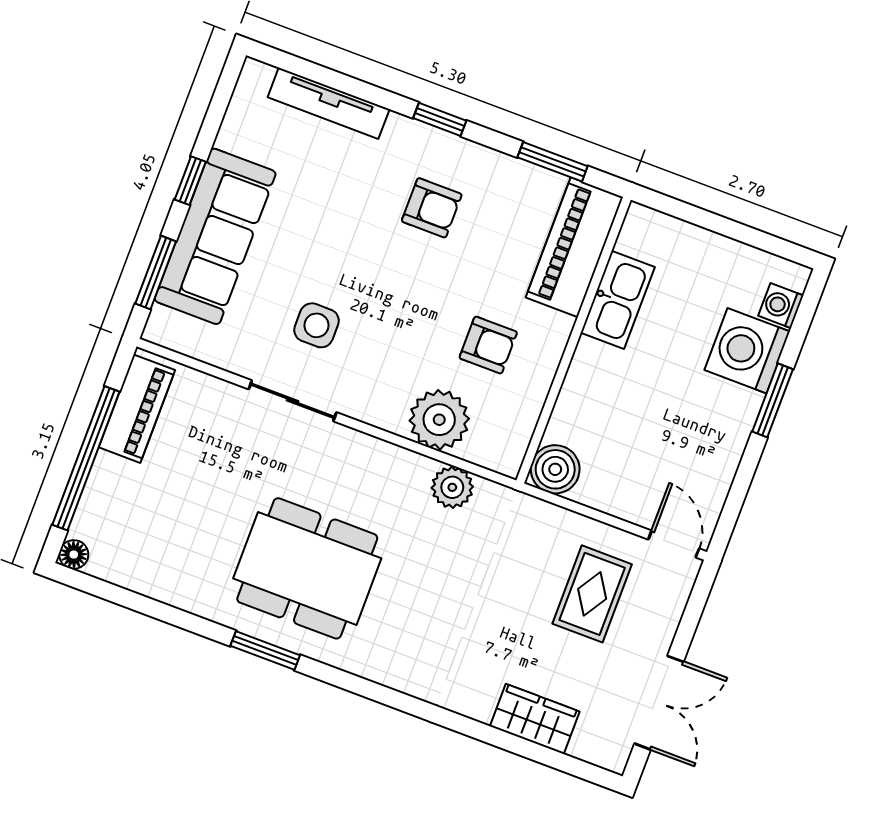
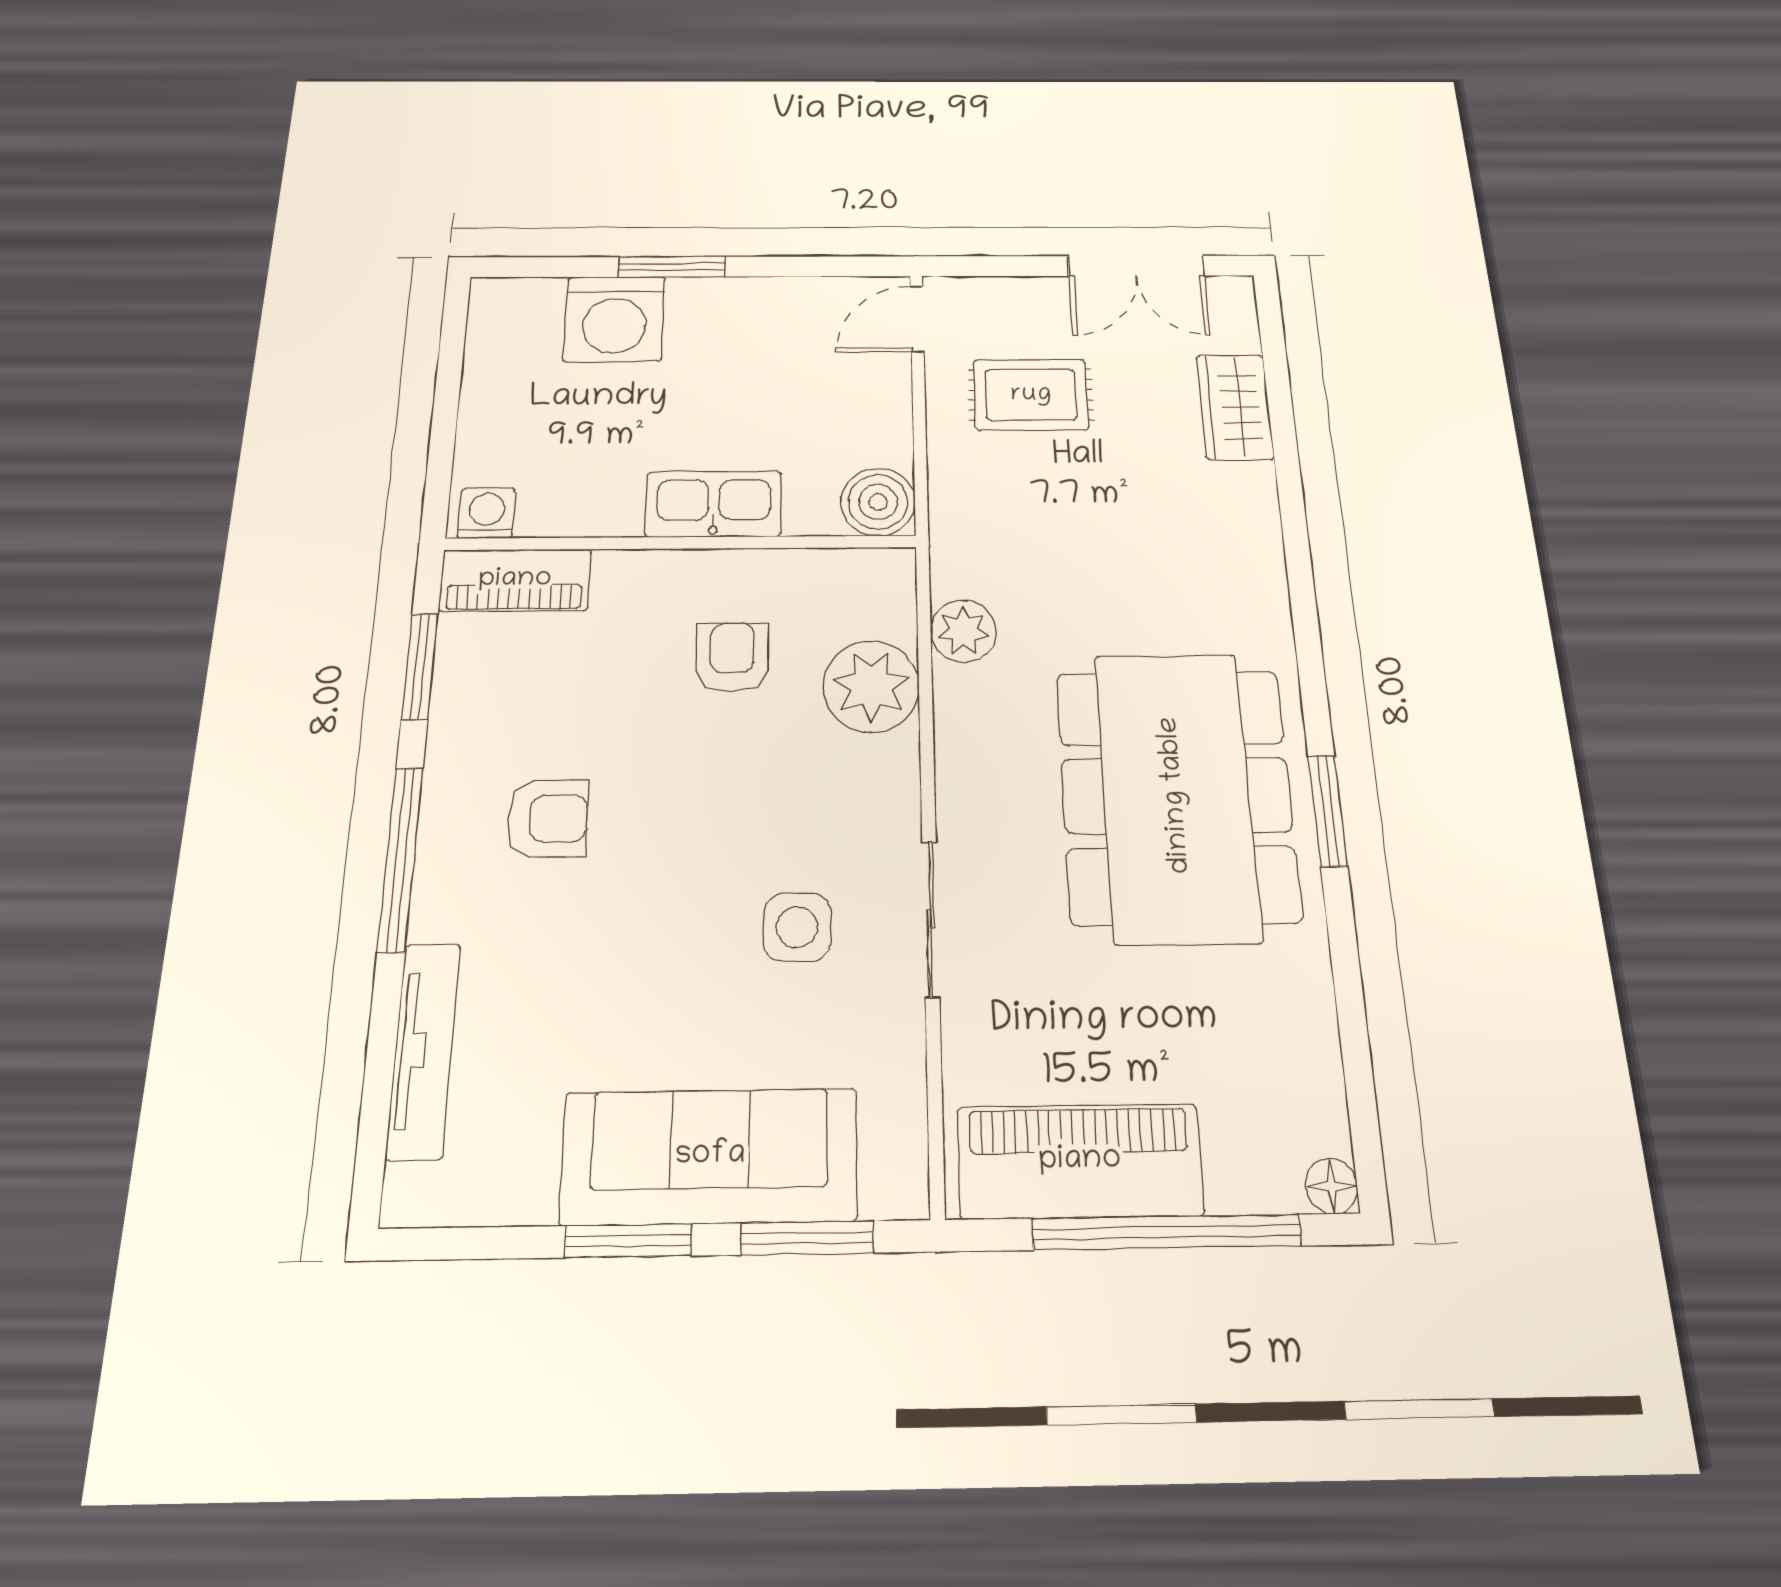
window: (440, 119) -> (400, 859), width x2.17
window: (190, 181) -> (628, 1241), width x1.50
armchair: (432, 208) -> (547, 818), turned 90
piano: (574, 247) -> (515, 580), width x0.73, depth x0.75
kitchen sink: (618, 300) -> (714, 504), moved
washing machine: (781, 306) -> (486, 513), moved, turned 180
piano: (137, 409) -> (1080, 1161), width x1.37, depth x1.33
dining table: (307, 568) -> (1176, 795), width x1.36, depth x1.24
double door: (659, 703) -> (1136, 266), swing flipped

